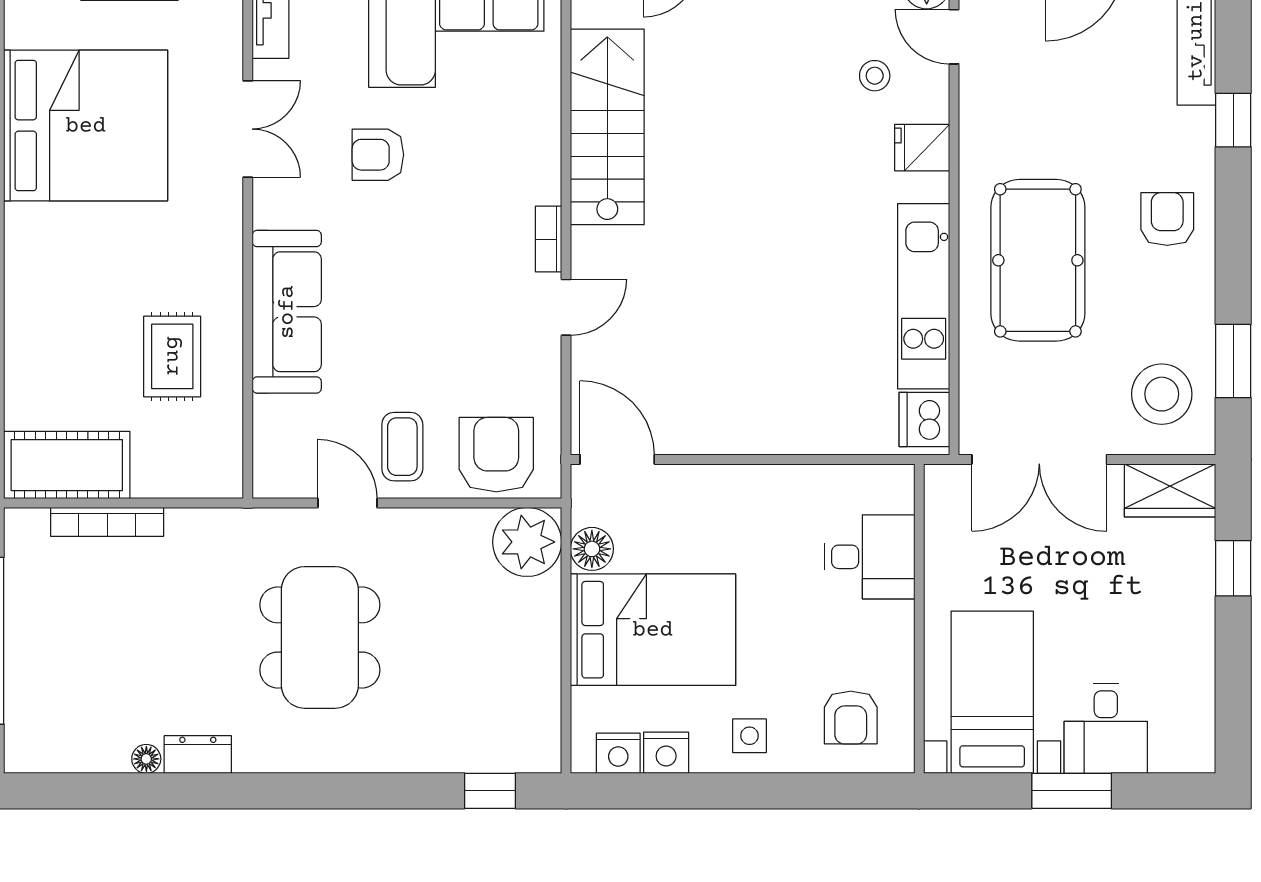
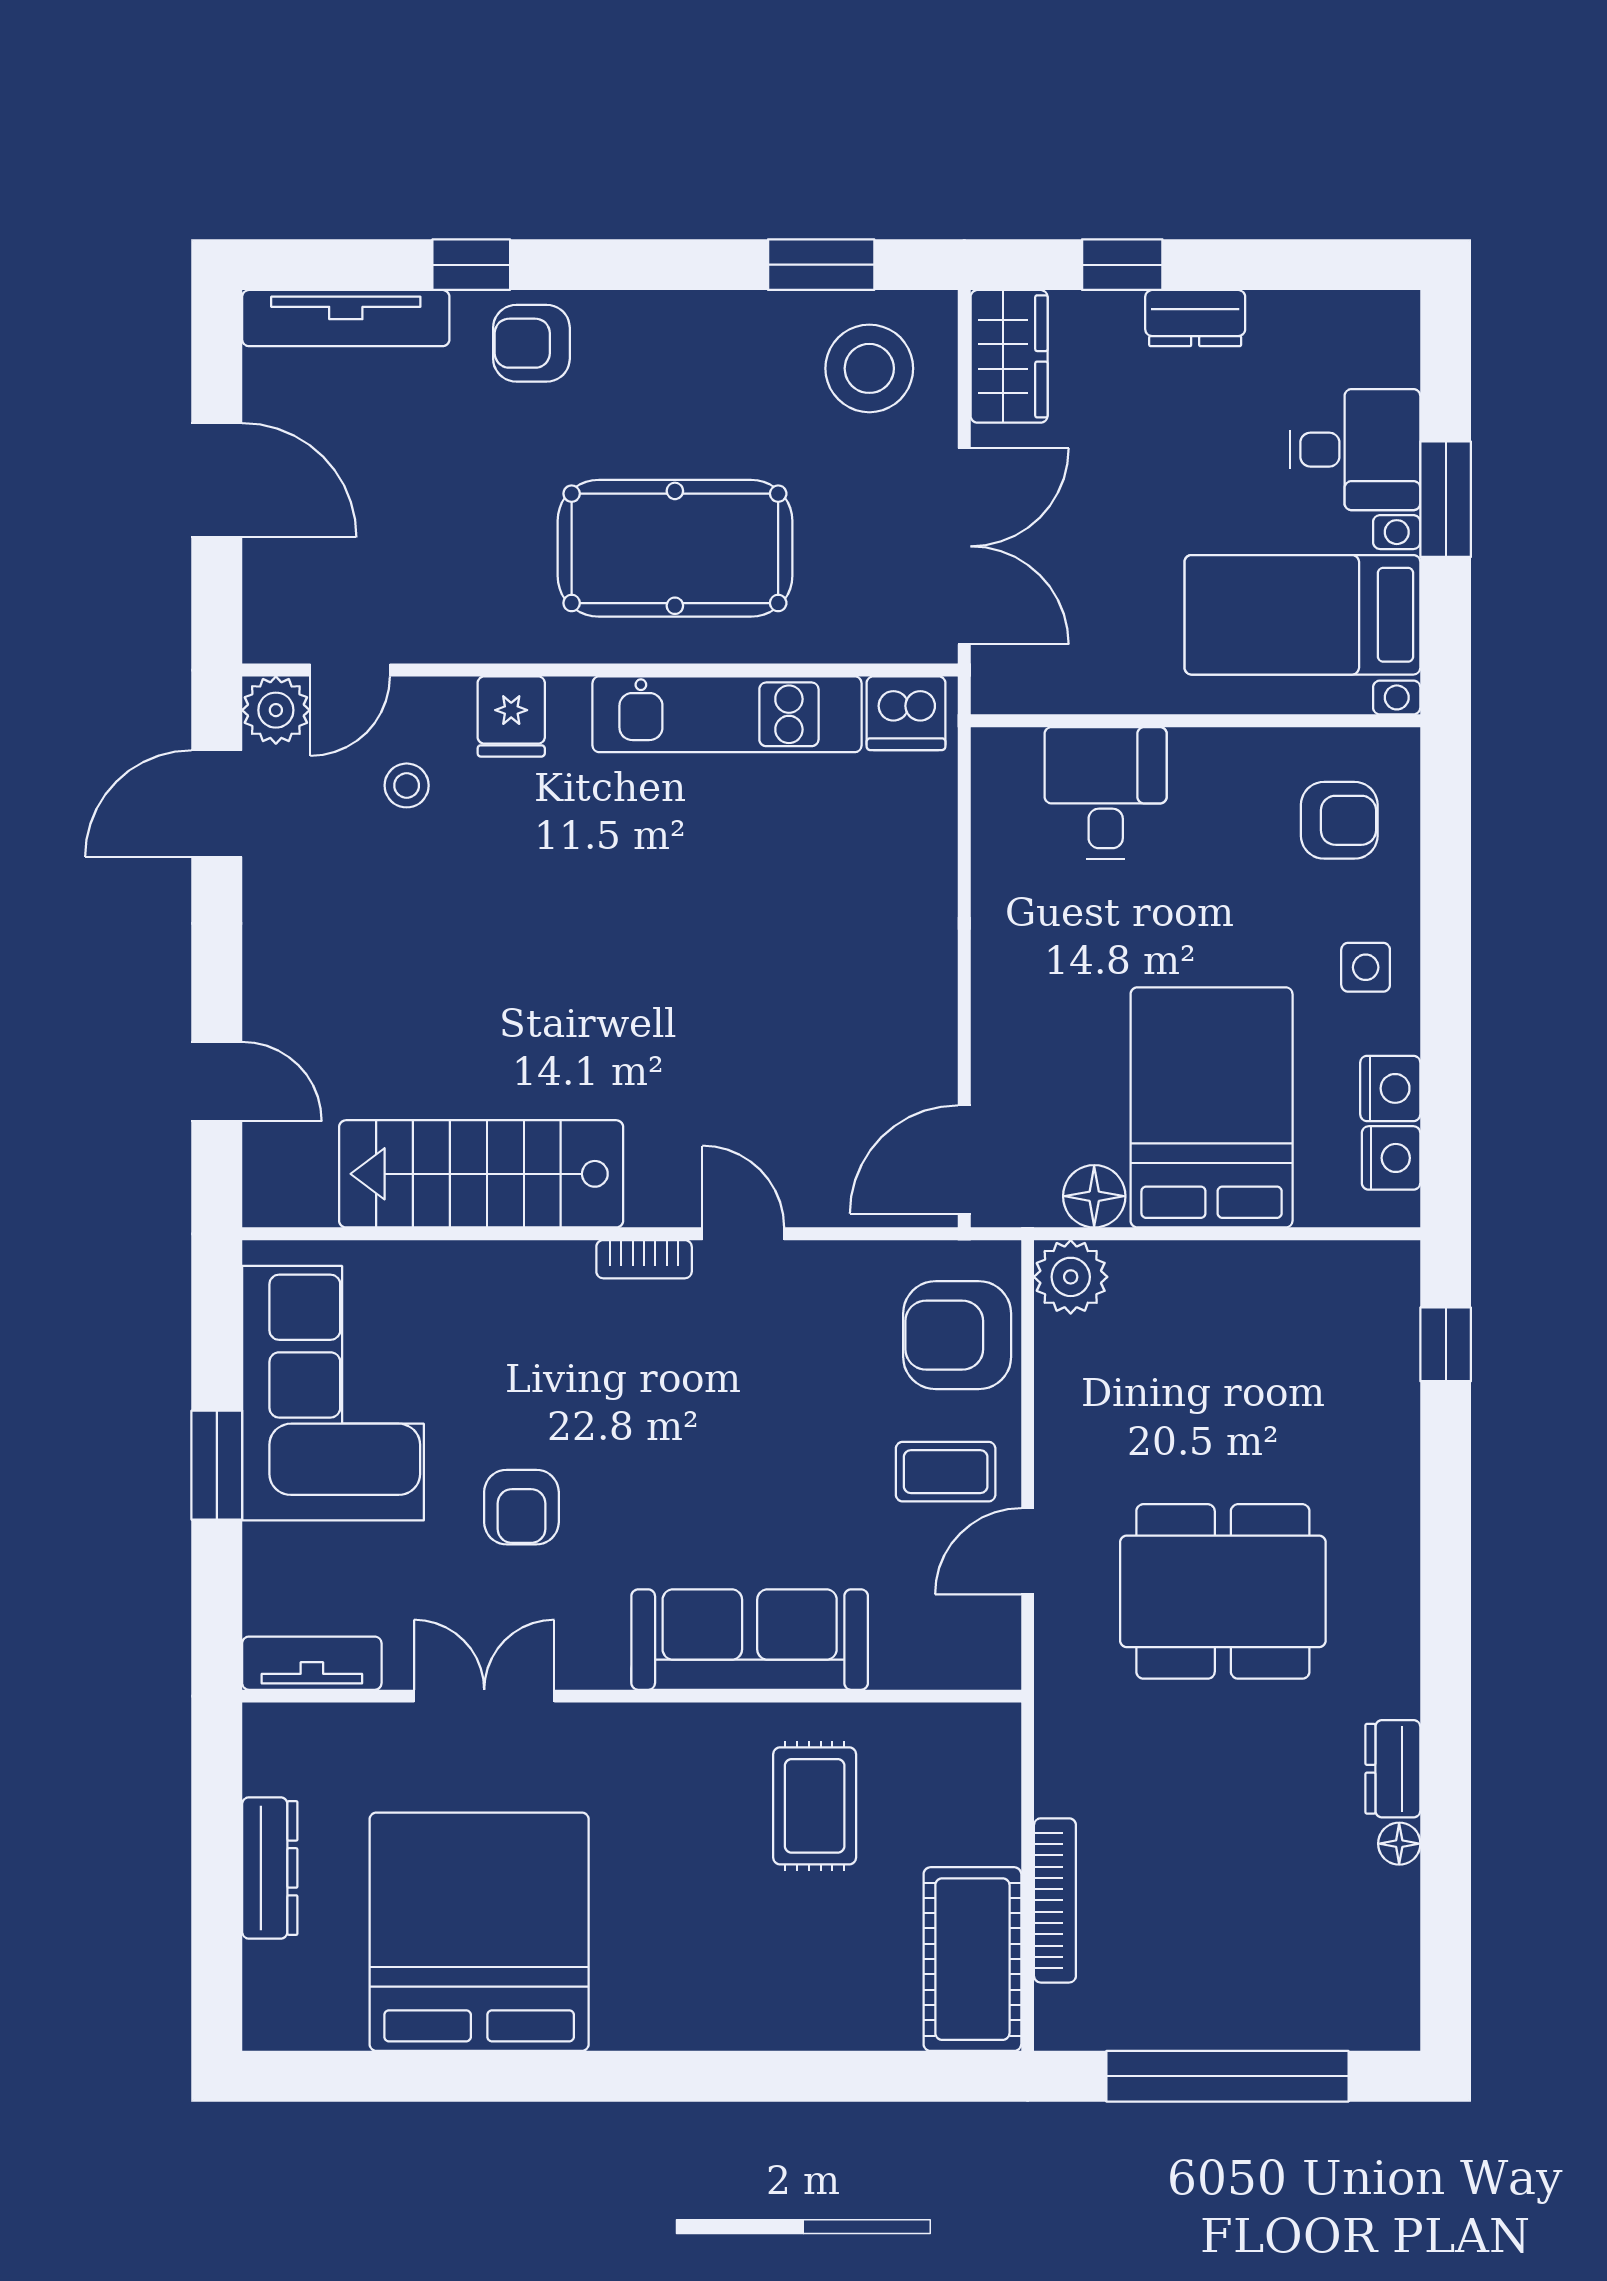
armchair: (1167, 219) -> (531, 343), moved
rug: (172, 356) -> (815, 1806), turned 90
plant: (527, 542) -> (1071, 1277), width x0.73, depth x0.73
dresser: (1196, 618) -> (1195, 318), added

